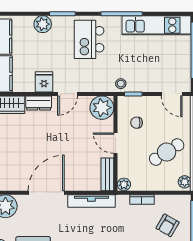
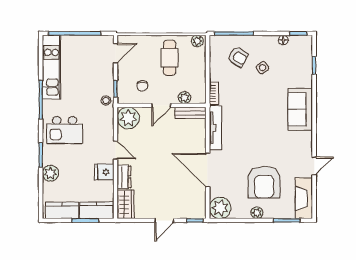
cafe table: (167, 152) -> (170, 58), turned 33
plant: (124, 184) -> (184, 98), moved
bookcase: (142, 200) -> (214, 93), moved

